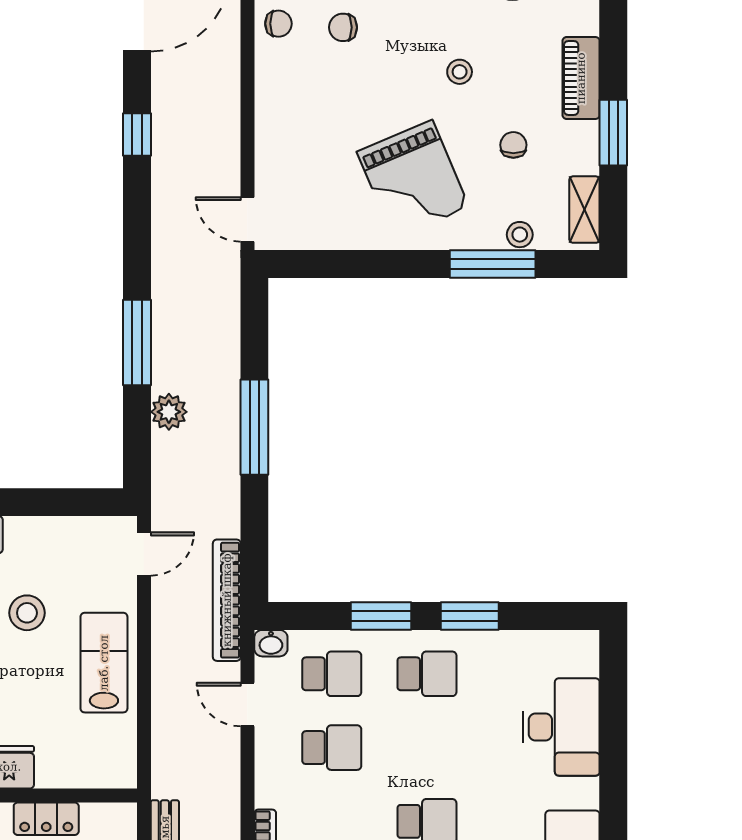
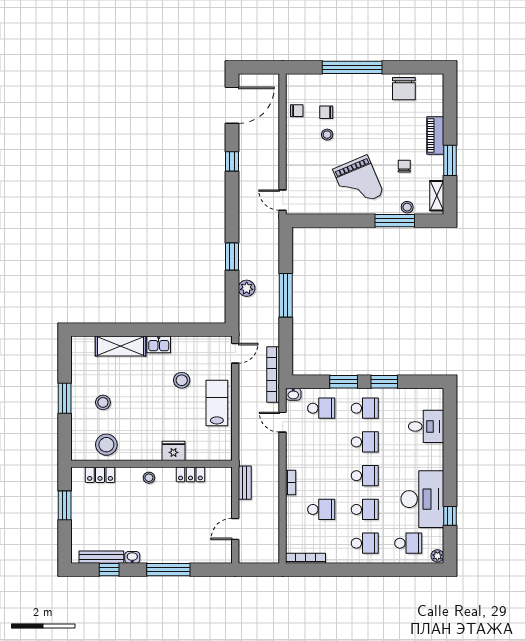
stool: (460, 72) -> (327, 135), moved
window: (137, 342) -> (232, 257), width x0.69
desk: (561, 727) -> (426, 426), width x0.73
school desk: (332, 748) -> (365, 442), moved

